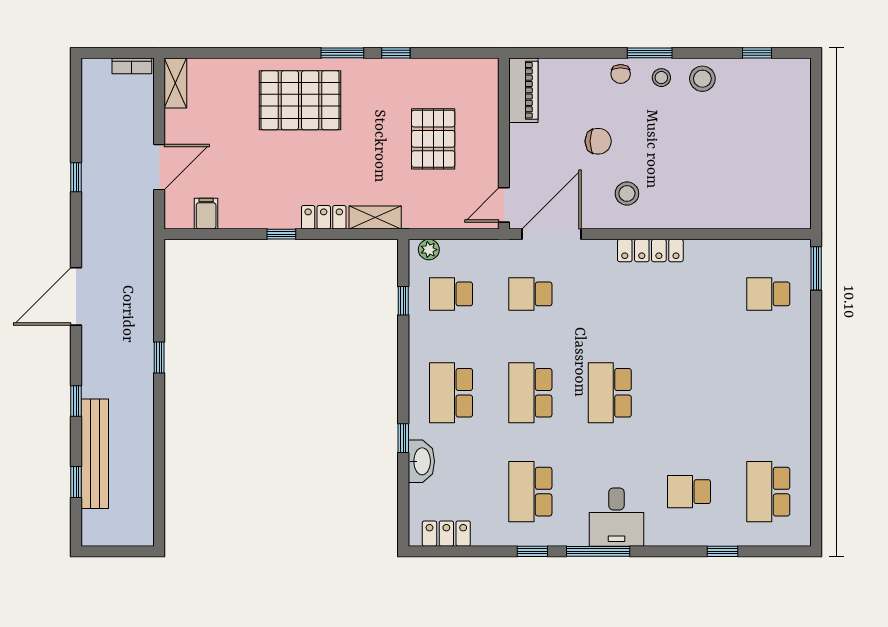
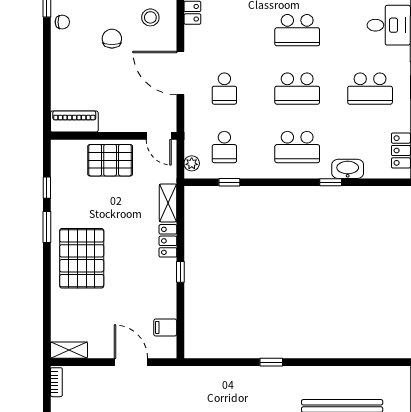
piano: (523, 90) -> (74, 122), moved
wall: (504, 144) -> (114, 136), moved
door: (504, 205) -> (159, 136), moved

